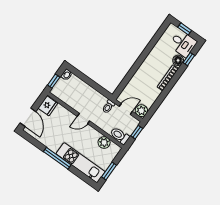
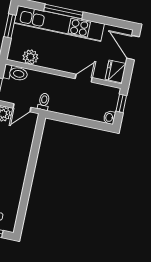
door: (83, 119) -> (84, 78), moved
window: (57, 158) -> (63, 11), moved
kitchen unit: (81, 163) -> (59, 24), width x1.36

